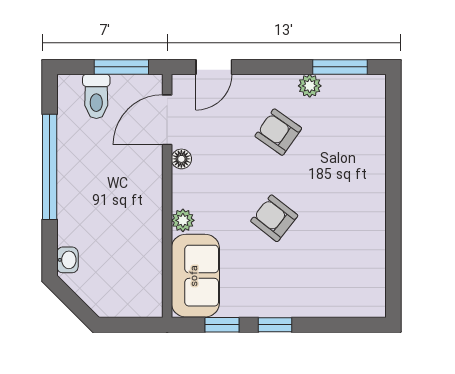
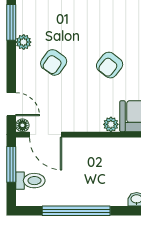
floor lamp: (181, 159) -> (22, 125), moved

